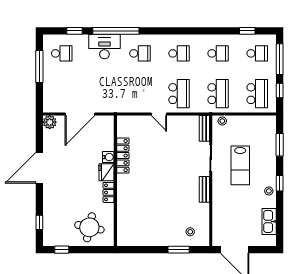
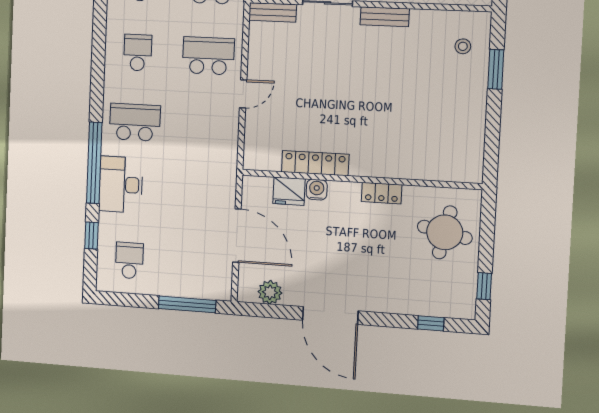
school desk: (140, 53) -> (135, 122), width x1.85
window: (39, 66) -> (187, 304), moved
plant: (50, 122) -> (270, 292), moved
fridge: (107, 172) -> (289, 191), moved

